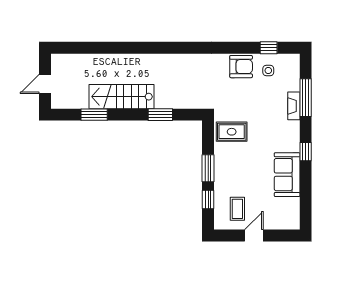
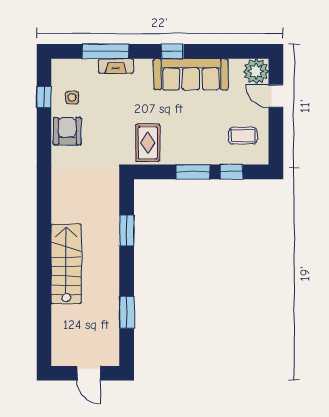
stairs: (121, 97) -> (66, 264), moved, turned 180
sofa: (287, 175) -> (191, 74), width x1.36
plant: (290, 219) -> (256, 71), added
door: (254, 236) -> (276, 96), moved

